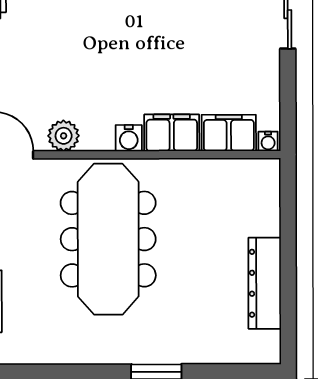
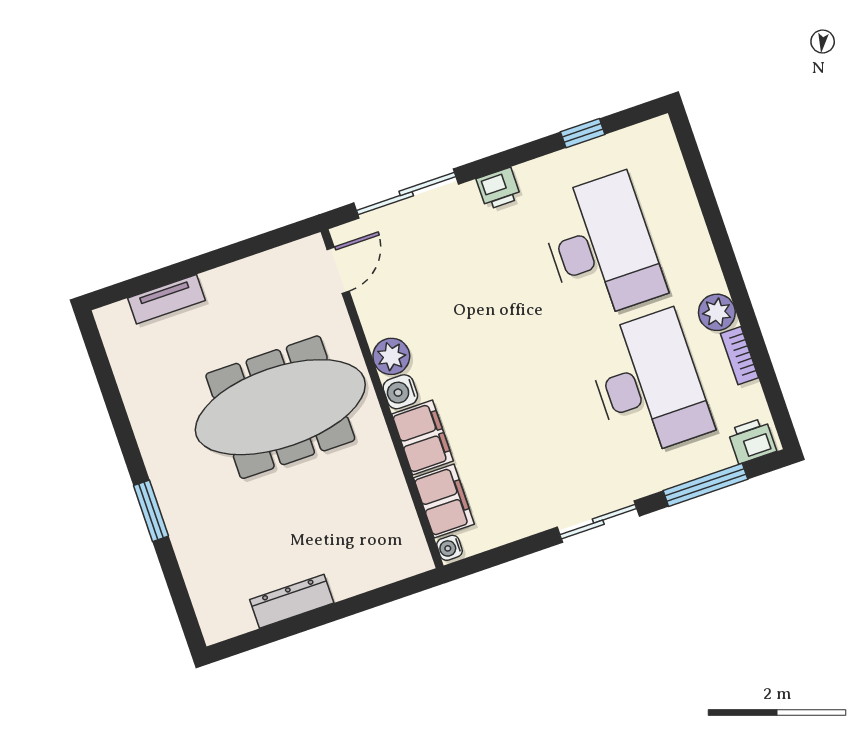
plant: (64, 136) -> (391, 356), moved
dresser: (265, 283) -> (292, 601), width x0.73, depth x0.80

